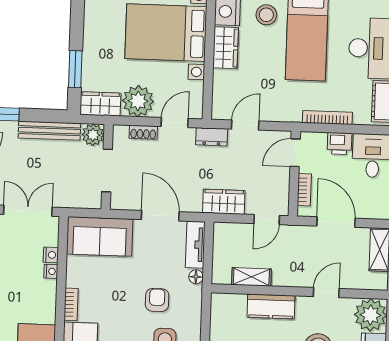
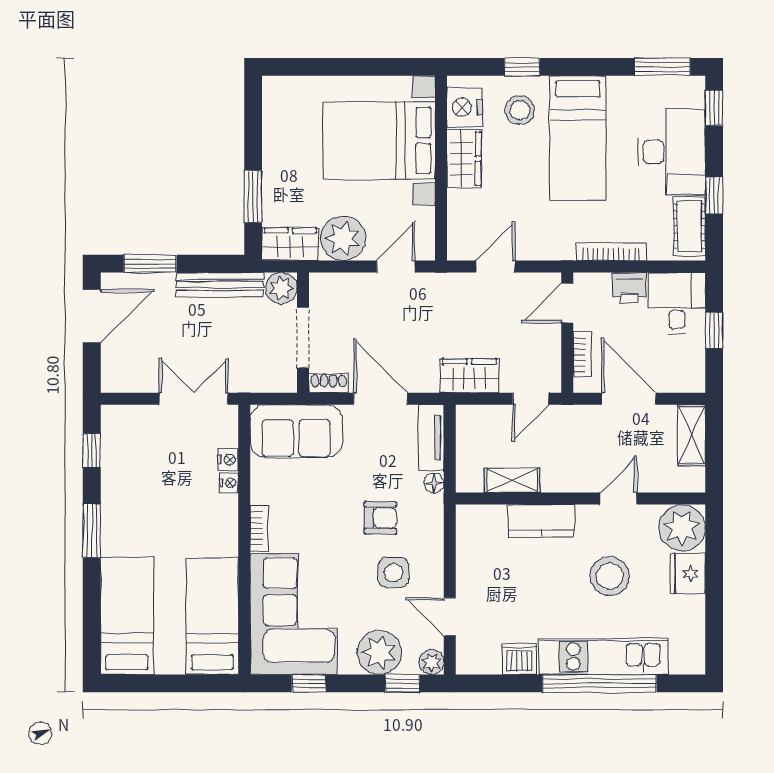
shoe rack: (143, 132) -> (329, 383), moved, turned 180
dresser: (212, 137) -> (449, 285), removed
armchair: (157, 300) -> (380, 518), turned 90

